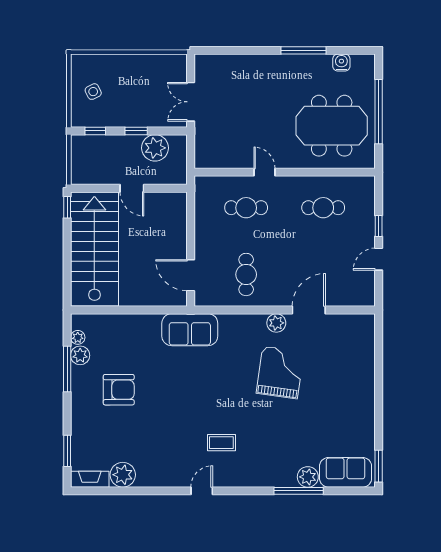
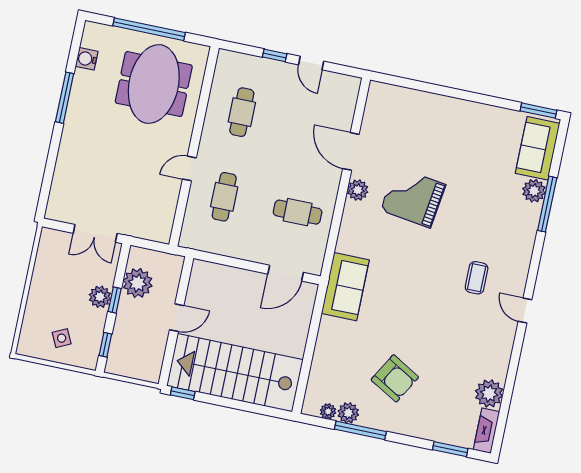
plant: (136, 118) -> (100, 297), added
armchair: (119, 390) -> (395, 378), turned 120

